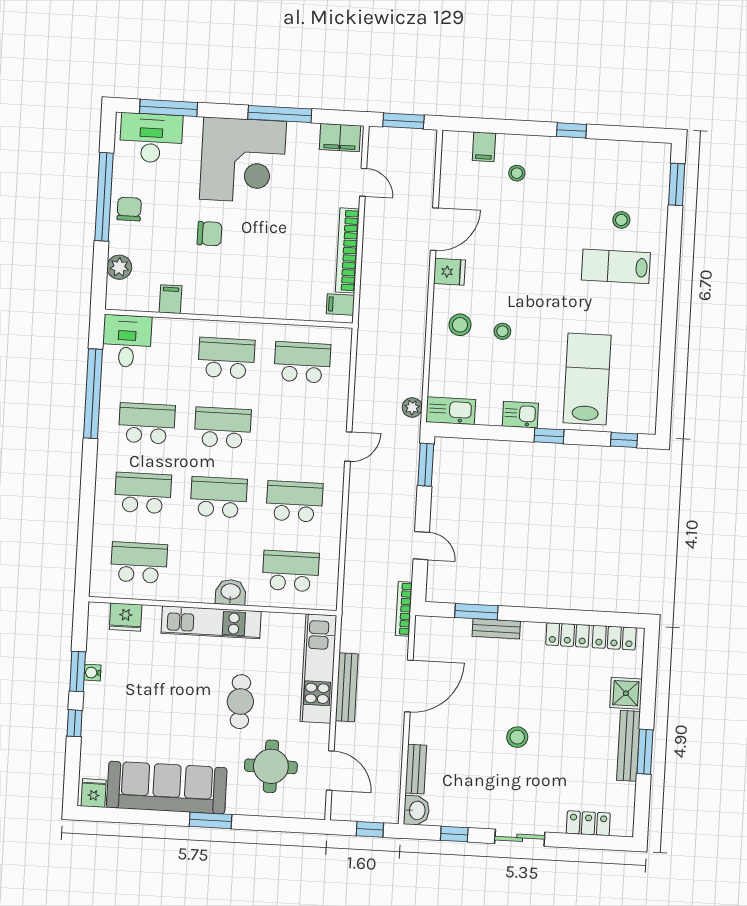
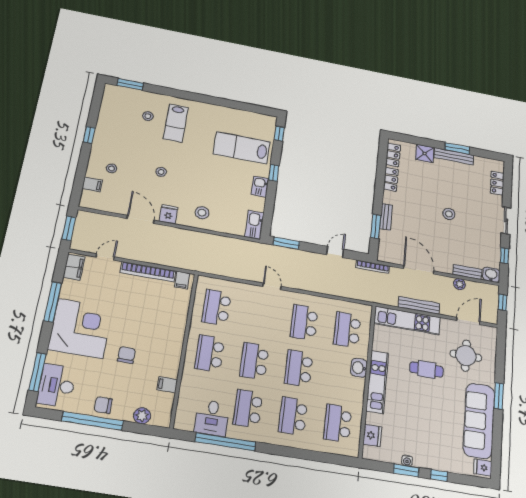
stool: (502, 331) -> (161, 172), moved
desk: (127, 341) -> (212, 418), moved, turned -90
plant: (412, 407) -> (459, 284), moved

